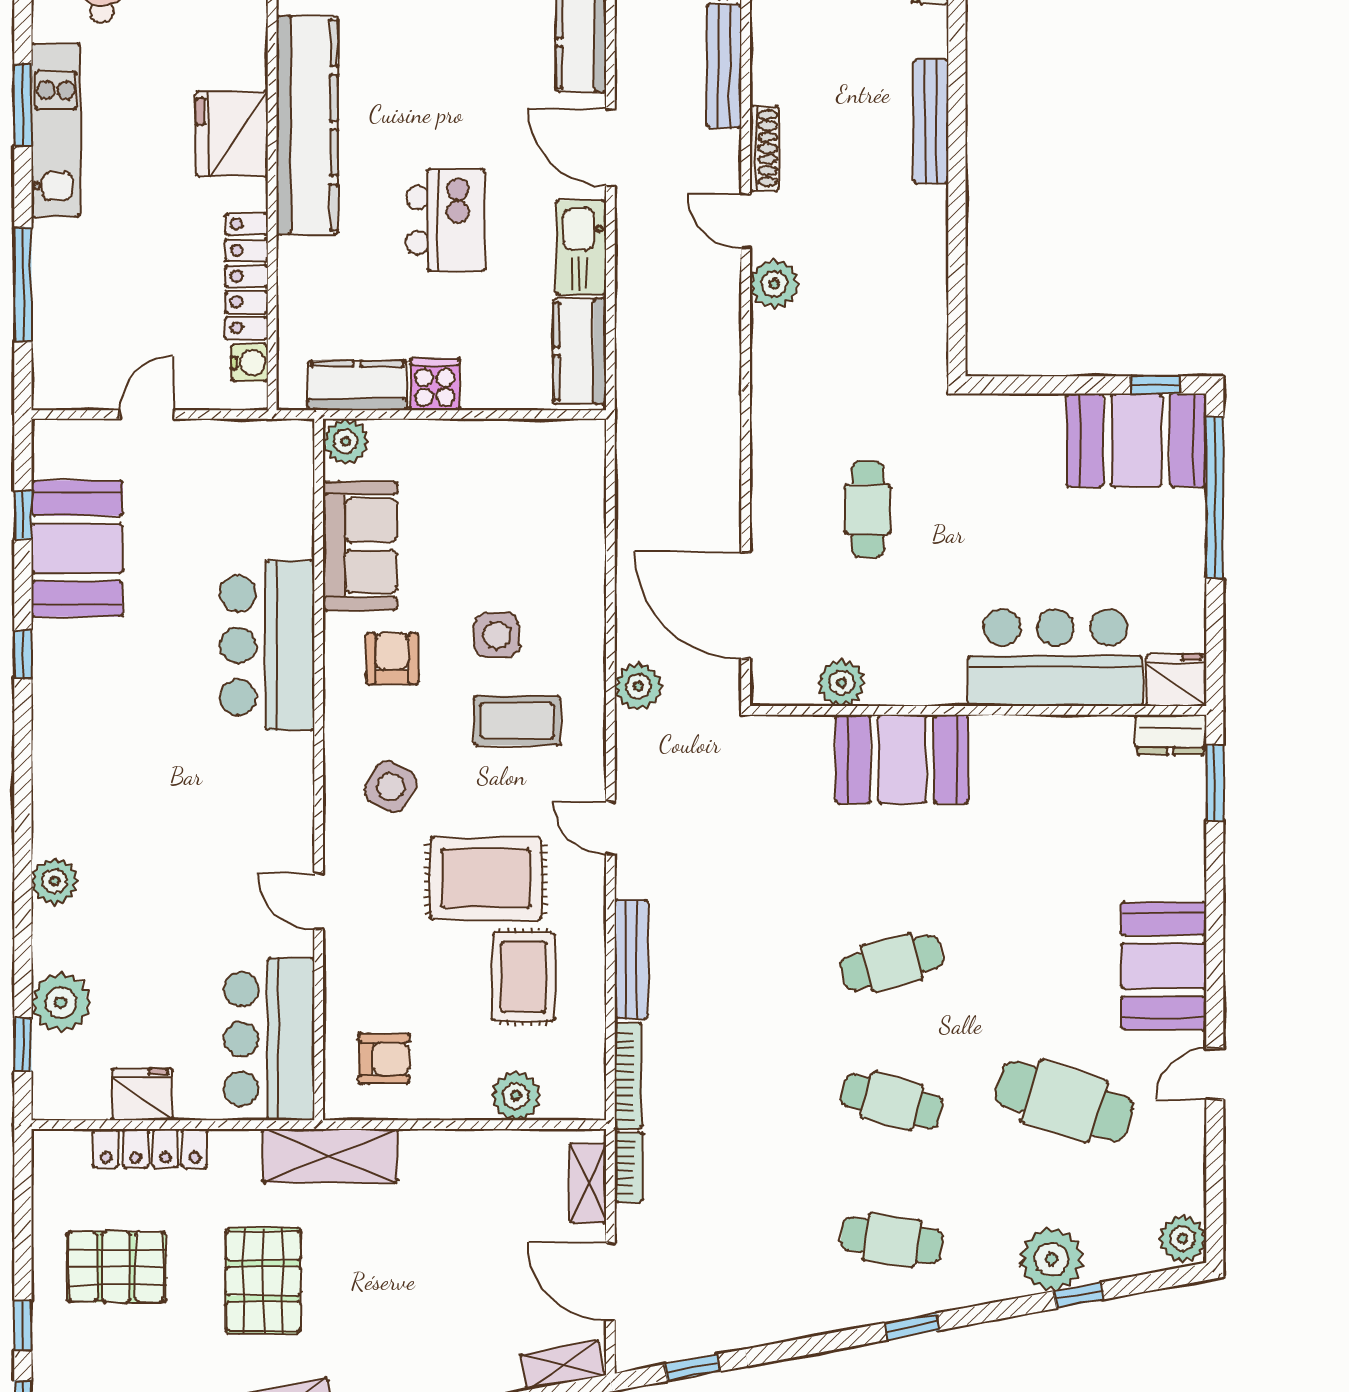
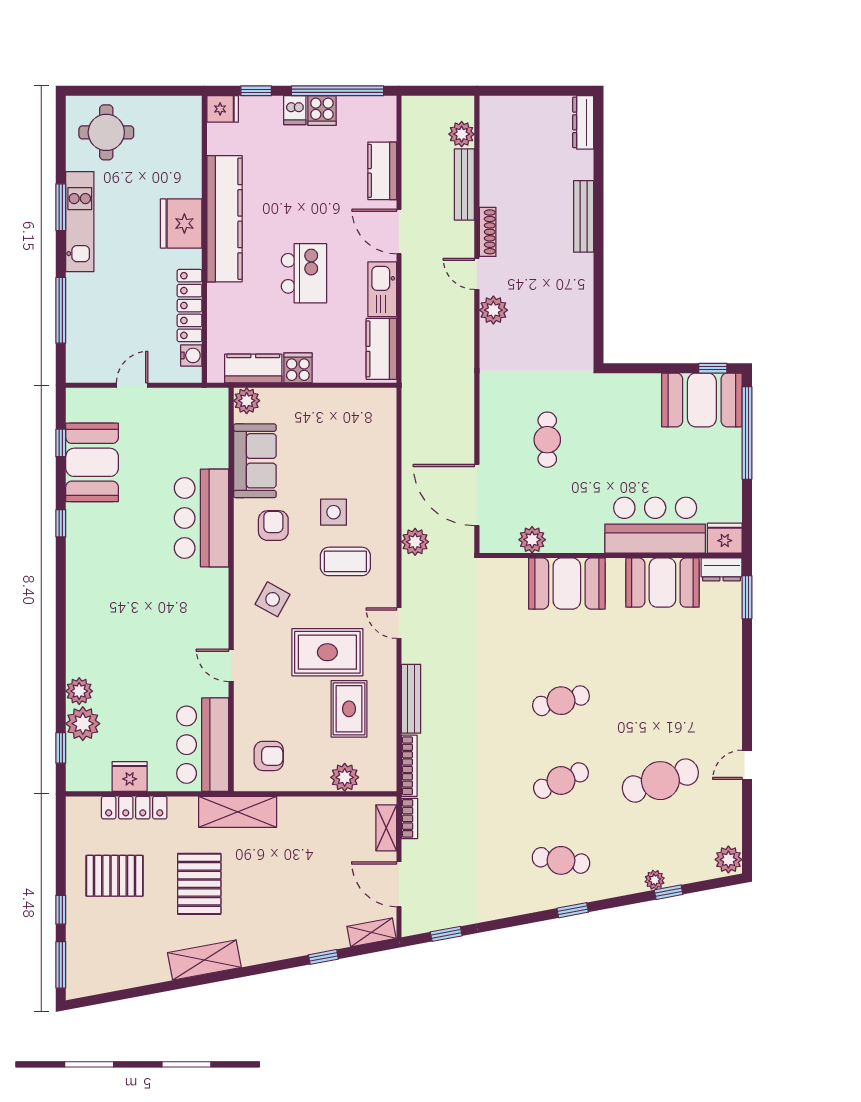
plant: (55, 881) -> (79, 691), moved
booth: (1164, 966) -> (662, 583), moved, turned 90
cafe table: (892, 1101) -> (561, 781), turned -39
cafe table: (1064, 1101) -> (660, 781), turned -36
plant: (1052, 1259) -> (655, 880), width x0.53, depth x0.53

